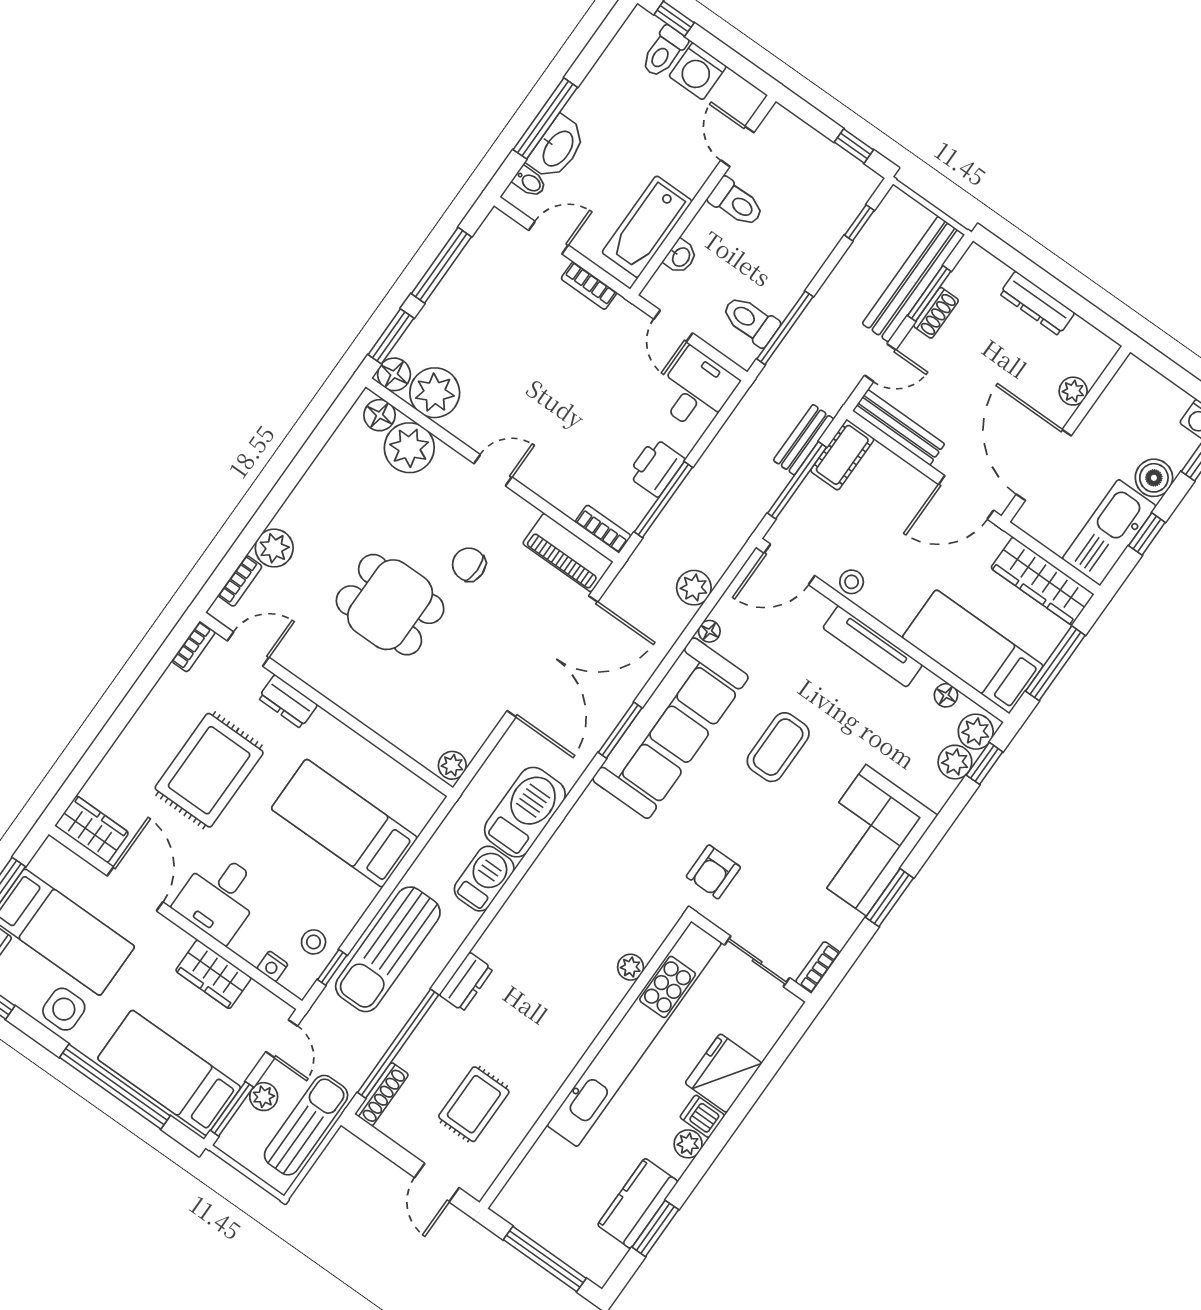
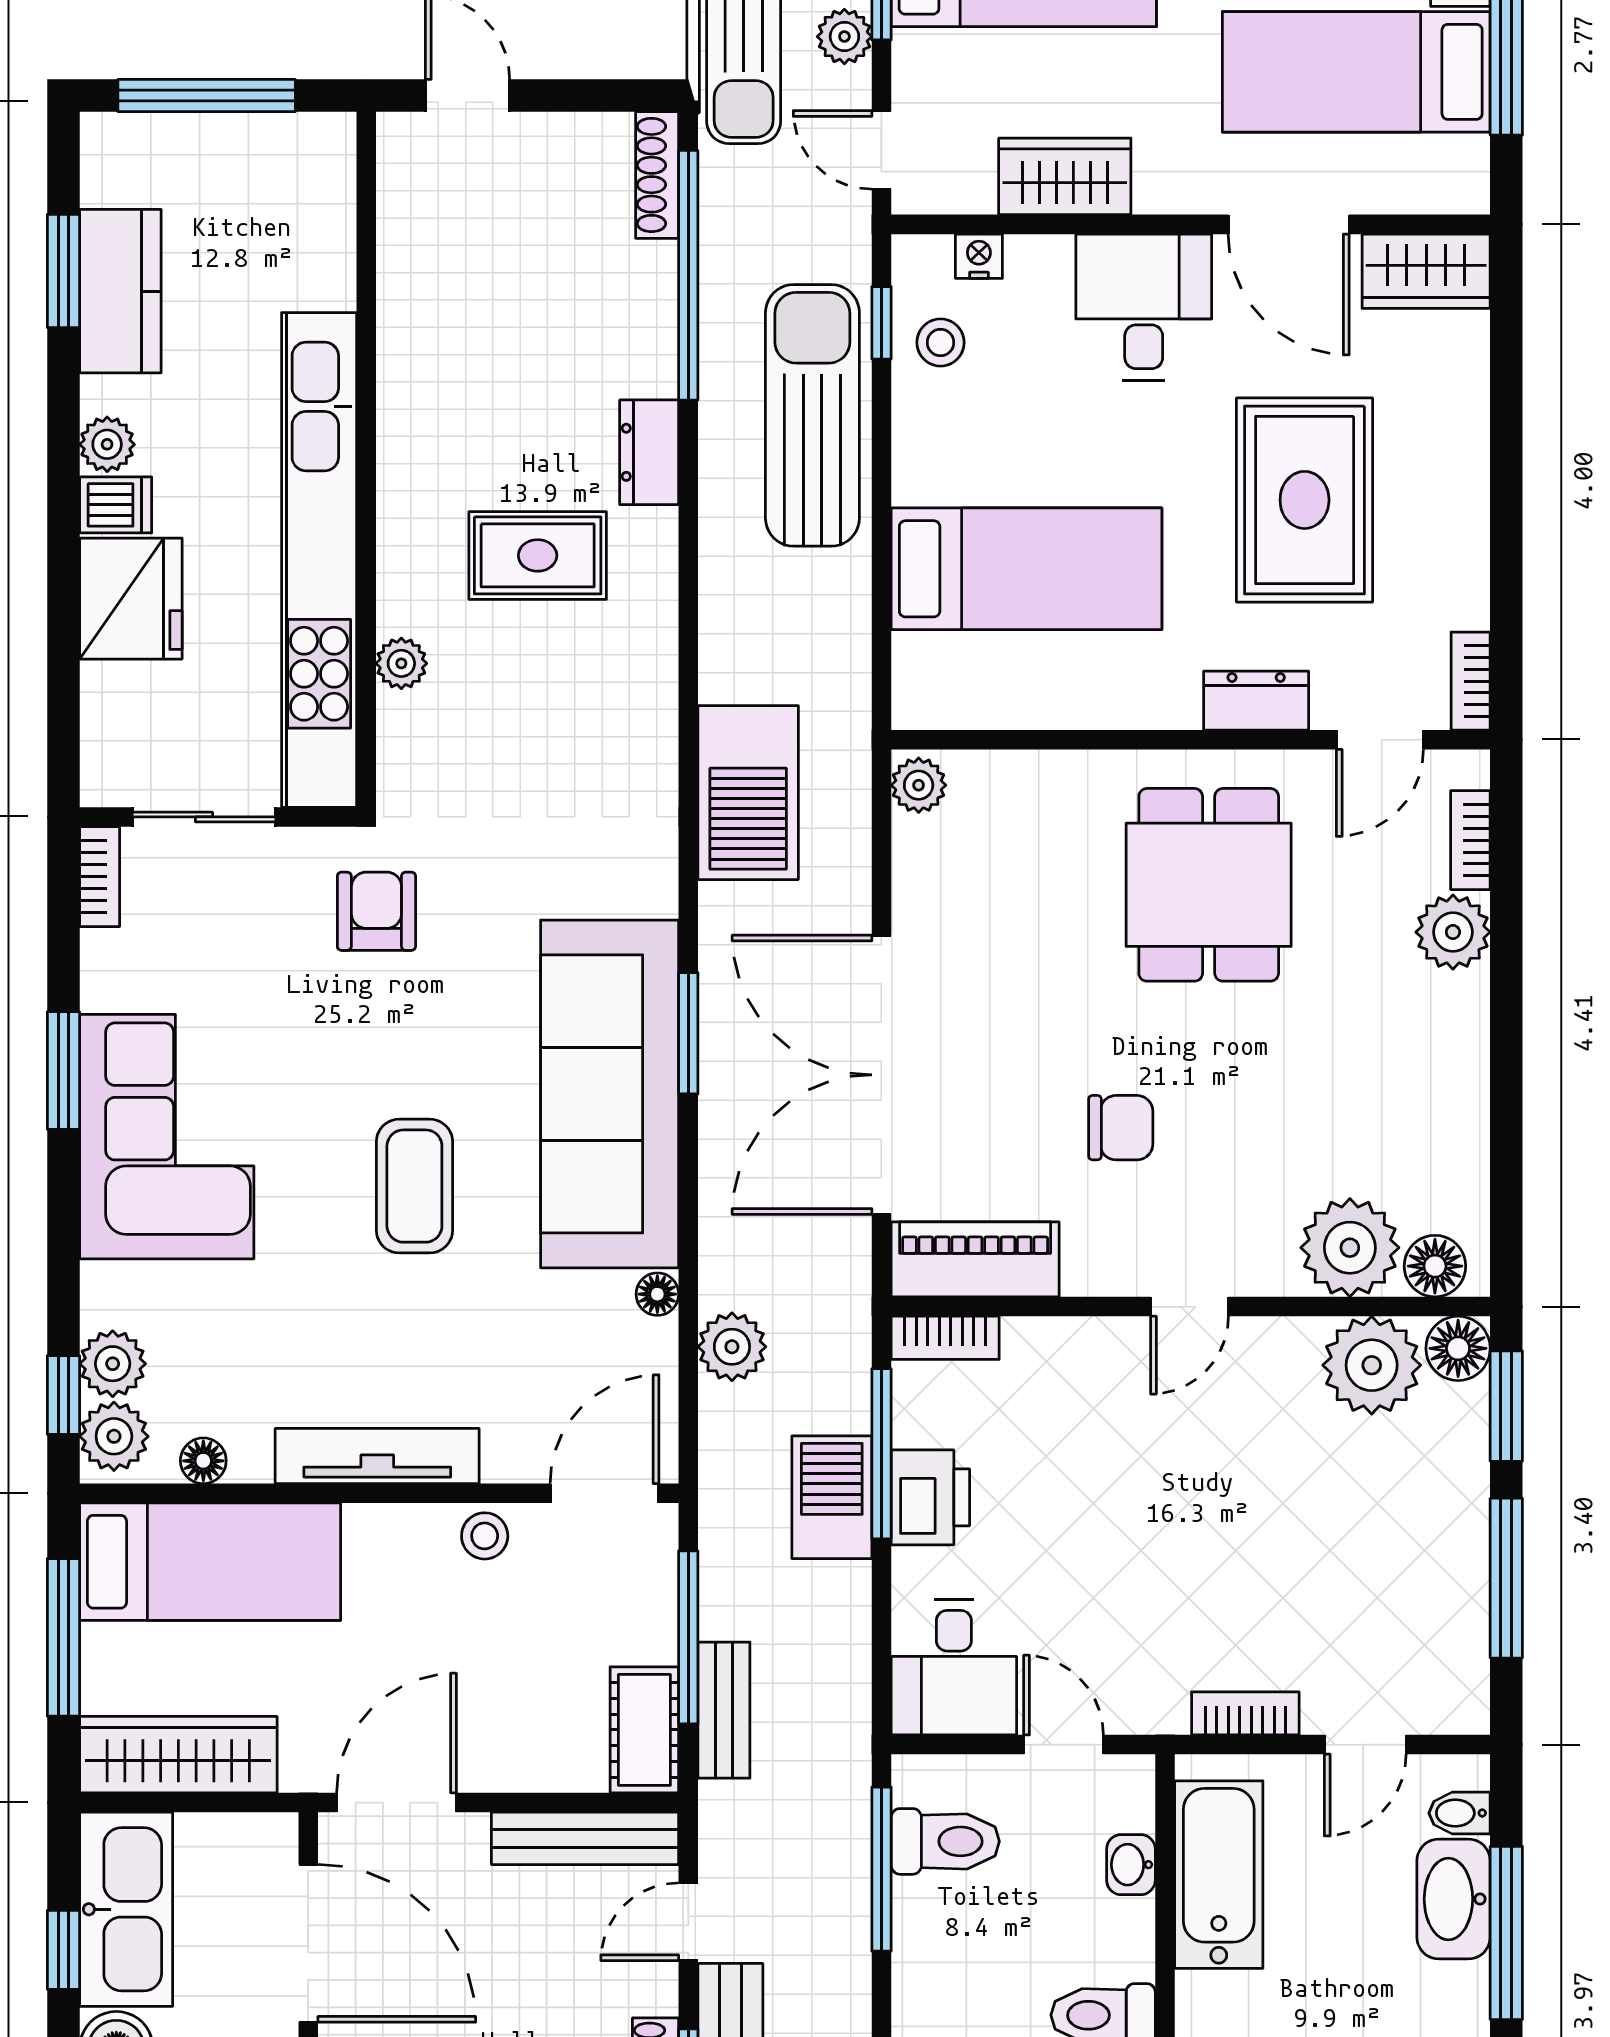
dining table: (390, 605) -> (1209, 885), moved, turned 90
barbecue: (484, 879) -> (832, 1497), moved, turned 180
rug: (474, 1104) -> (538, 555), moved, turned 90

